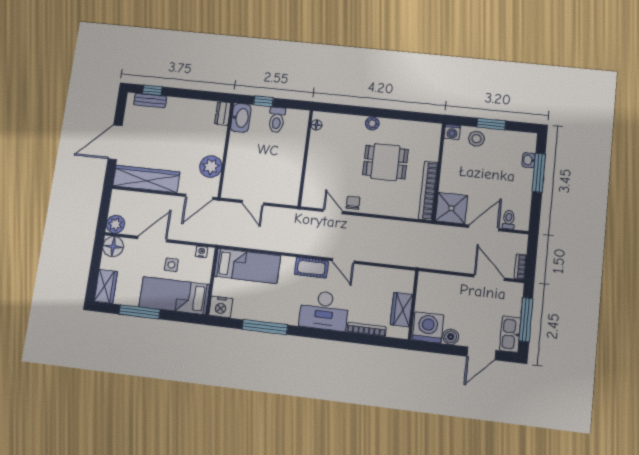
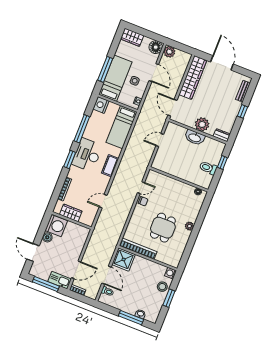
window: (152, 90) -> (243, 111), moved
washbasin: (241, 118) -> (195, 138), moved
plant: (211, 167) -> (202, 124), moved
door: (343, 261) -> (103, 201), moved
desk: (324, 310) -> (87, 155), moved
window: (140, 312) -> (105, 69), moved
window: (318, 334) -> (70, 159), added
kitchen sink: (510, 334) -> (60, 280), moved

